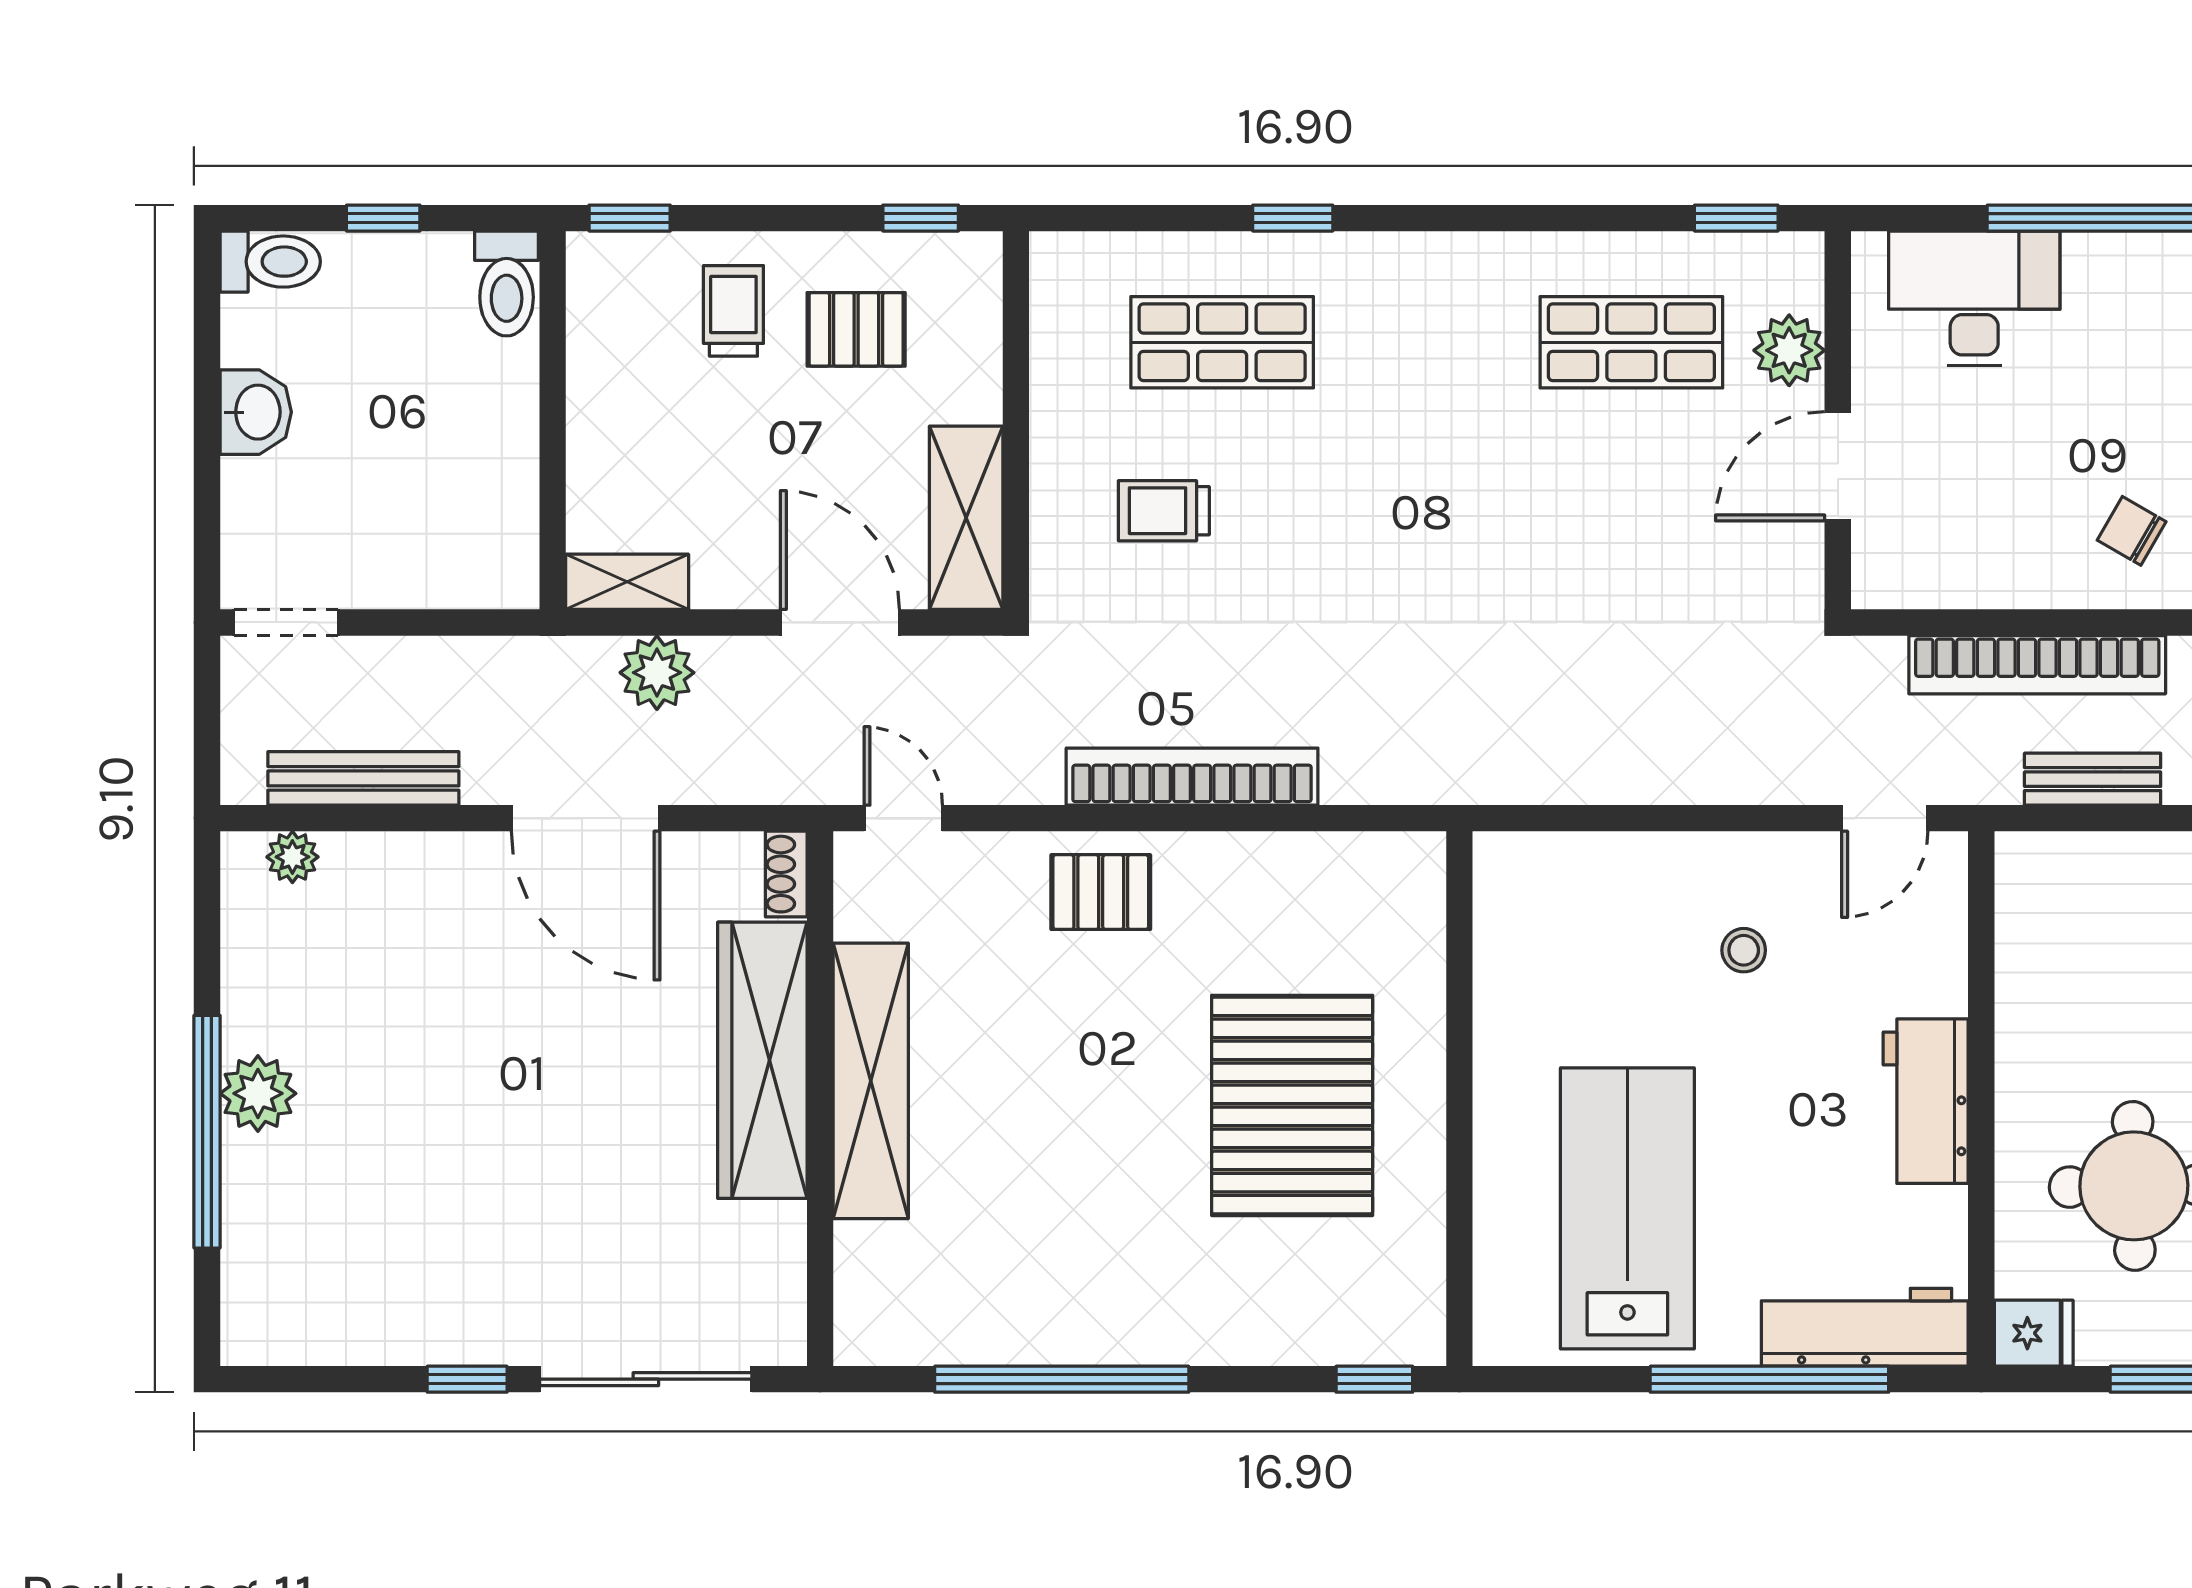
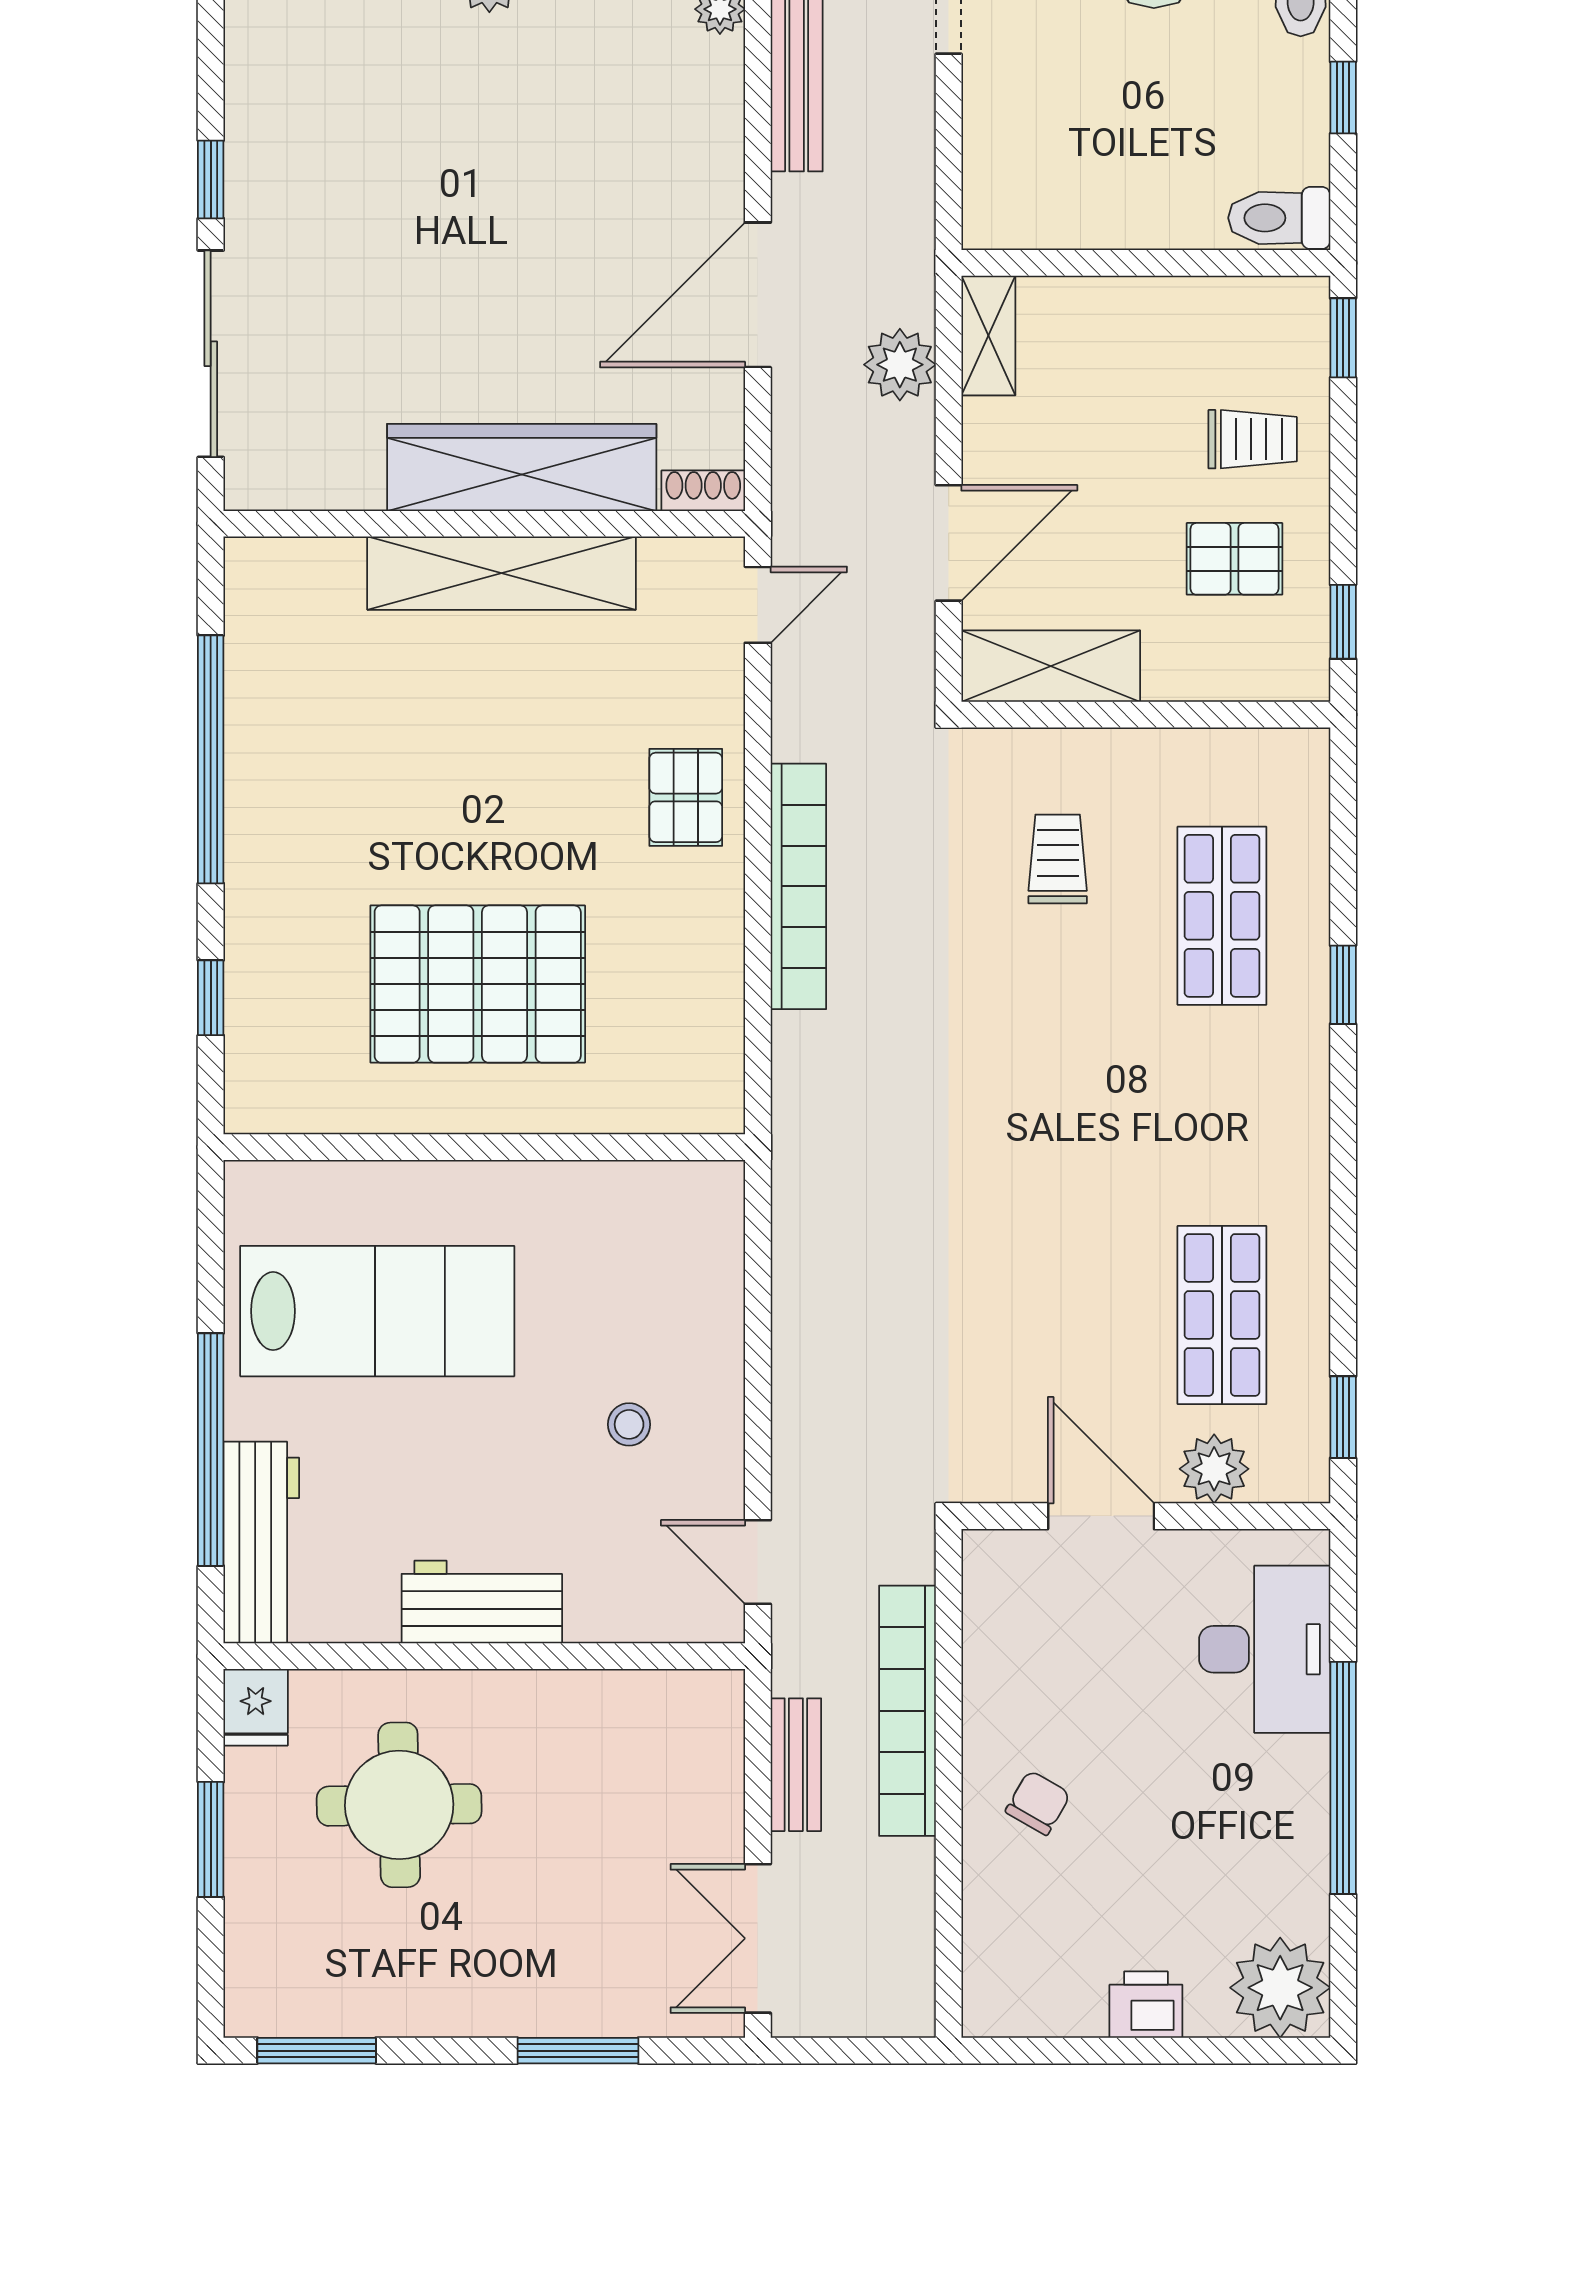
pallet: (856, 329) -> (1234, 559), turned 90
window: (1374, 1379) -> (211, 998), moved

